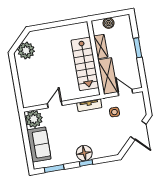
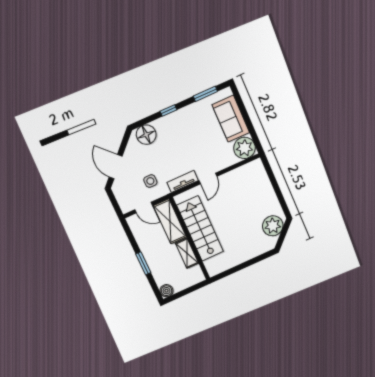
boiler: (109, 23) -> (166, 291), moved
door: (55, 105) -> (208, 178), moved
floor lamp: (84, 153) -> (146, 135), moved

